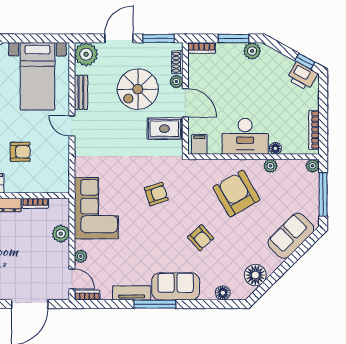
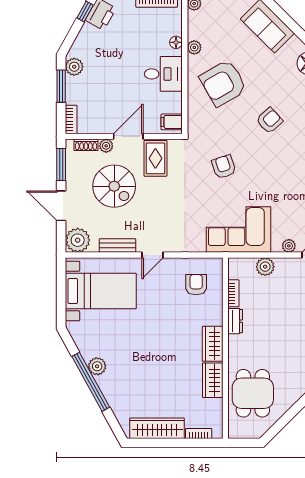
desk: (245, 136) -> (163, 74), width x0.73
armchair: (20, 152) -> (196, 285), moved

